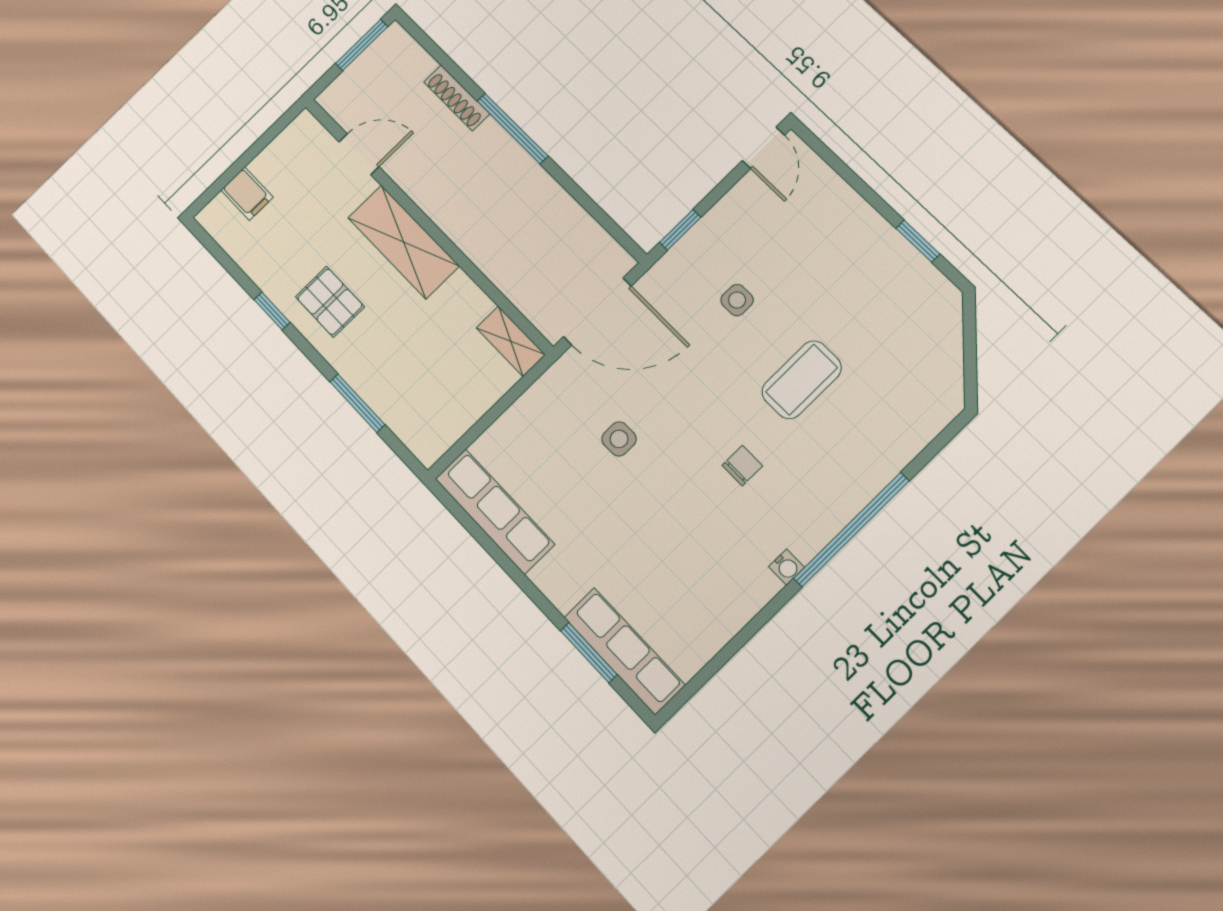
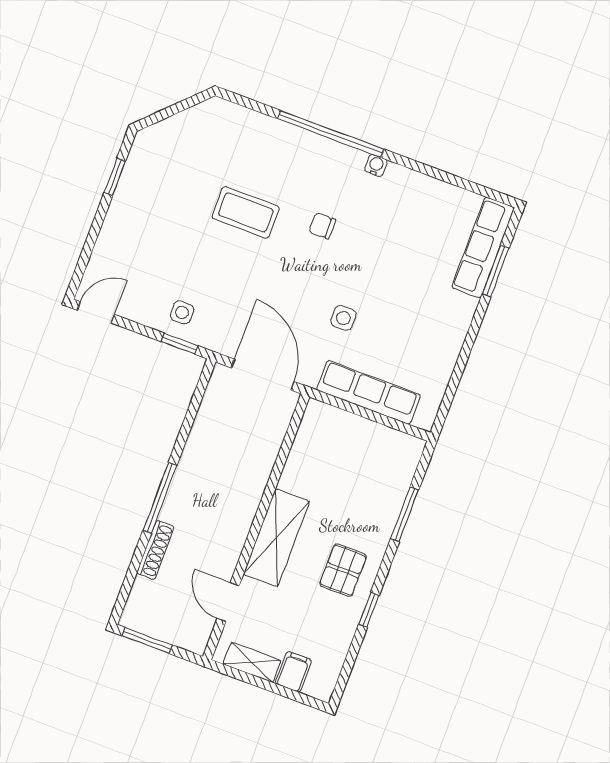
side table: (737, 300) -> (182, 312), moved
shelving: (511, 341) -> (252, 662), moved, turned 90
row of seats: (495, 511) -> (368, 392), moved, turned 90

